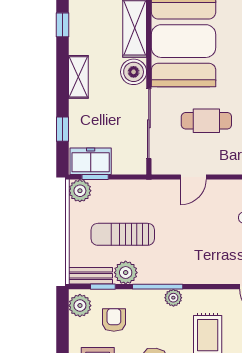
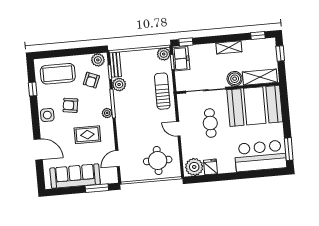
window: (62, 129) -> (186, 42), moved
door: (193, 177) -> (178, 129), moved
sun lounger: (123, 234) -> (162, 91), moved
armchair: (114, 320) -> (91, 80), turned 112

